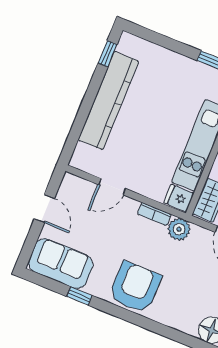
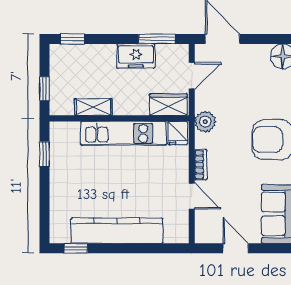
door: (44, 208) -> (236, 248), hinge flipped
bookcase: (154, 214) -> (201, 165), moved

